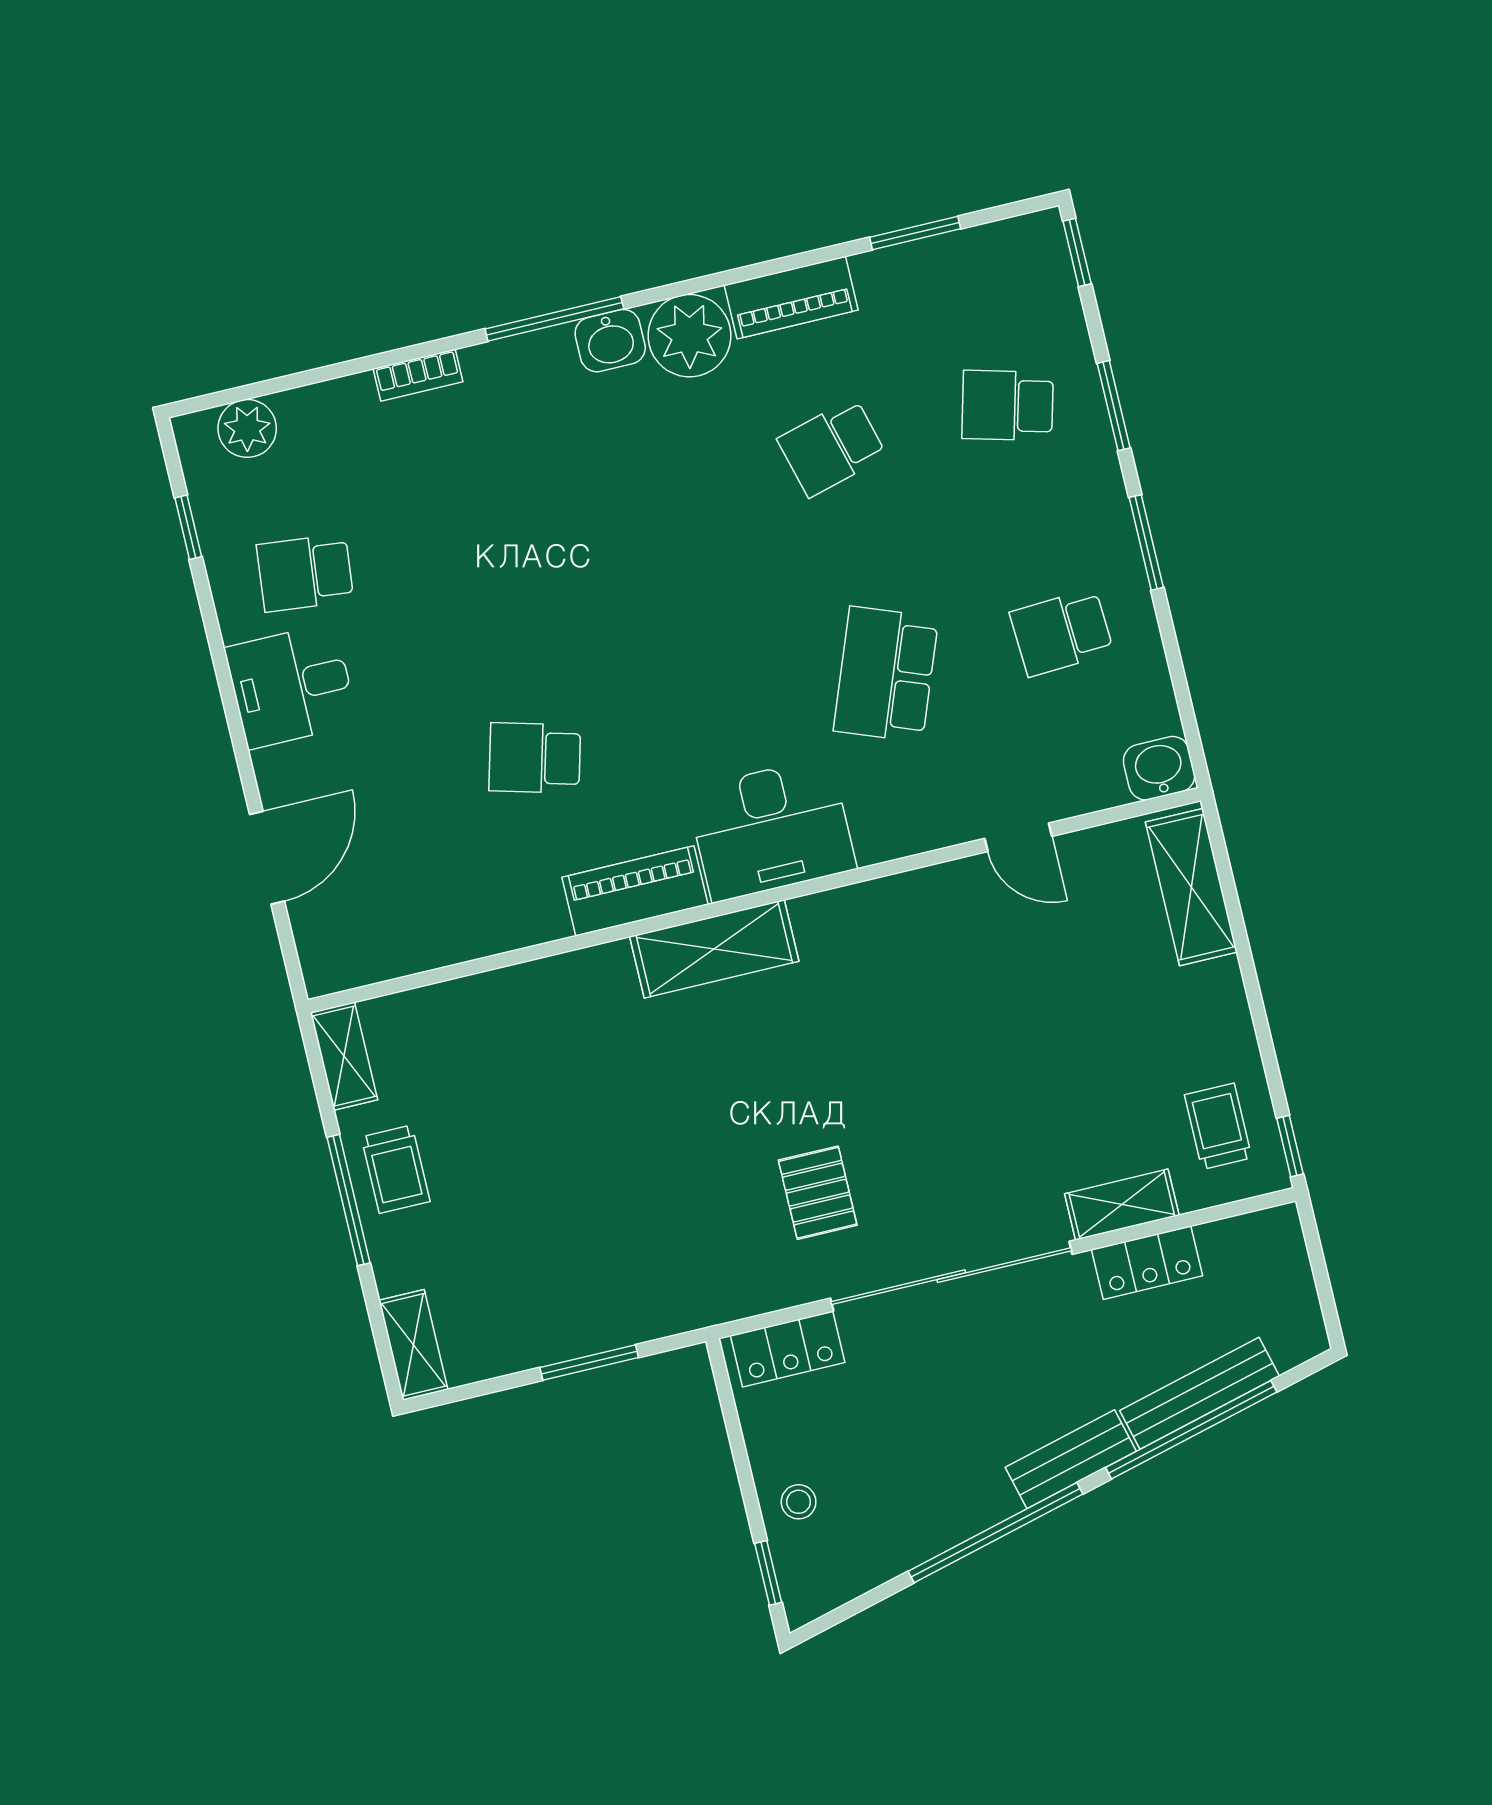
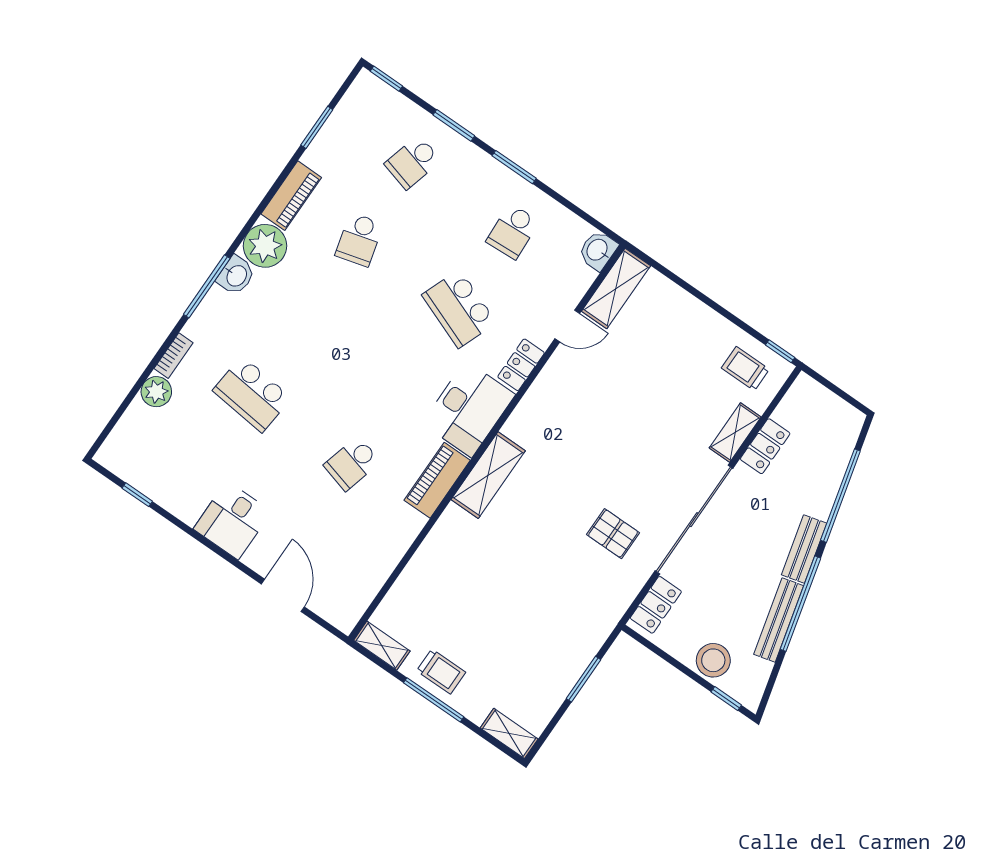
plant: (247, 428) -> (156, 392), moved
school desk: (305, 573) -> (252, 394), moved, width x1.85
locker: (903, 834) -> (521, 365), added
shelving: (1191, 887) -> (616, 288), moved, turned 90
bench: (1200, 1393) -> (779, 620), moved
stool: (799, 1502) -> (713, 660), width x1.89, depth x1.89

